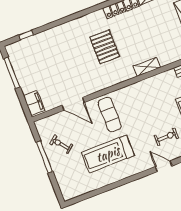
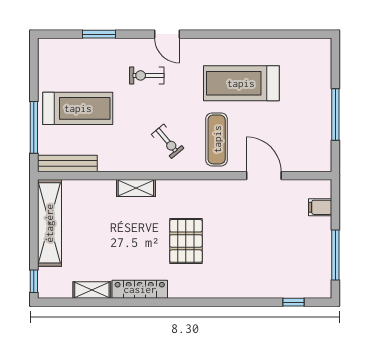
filing cabinet: (34, 103) -> (320, 207), width x0.50
exercise bike: (61, 144) -> (168, 141), moved
treadmill: (108, 154) -> (241, 83), turned 180

